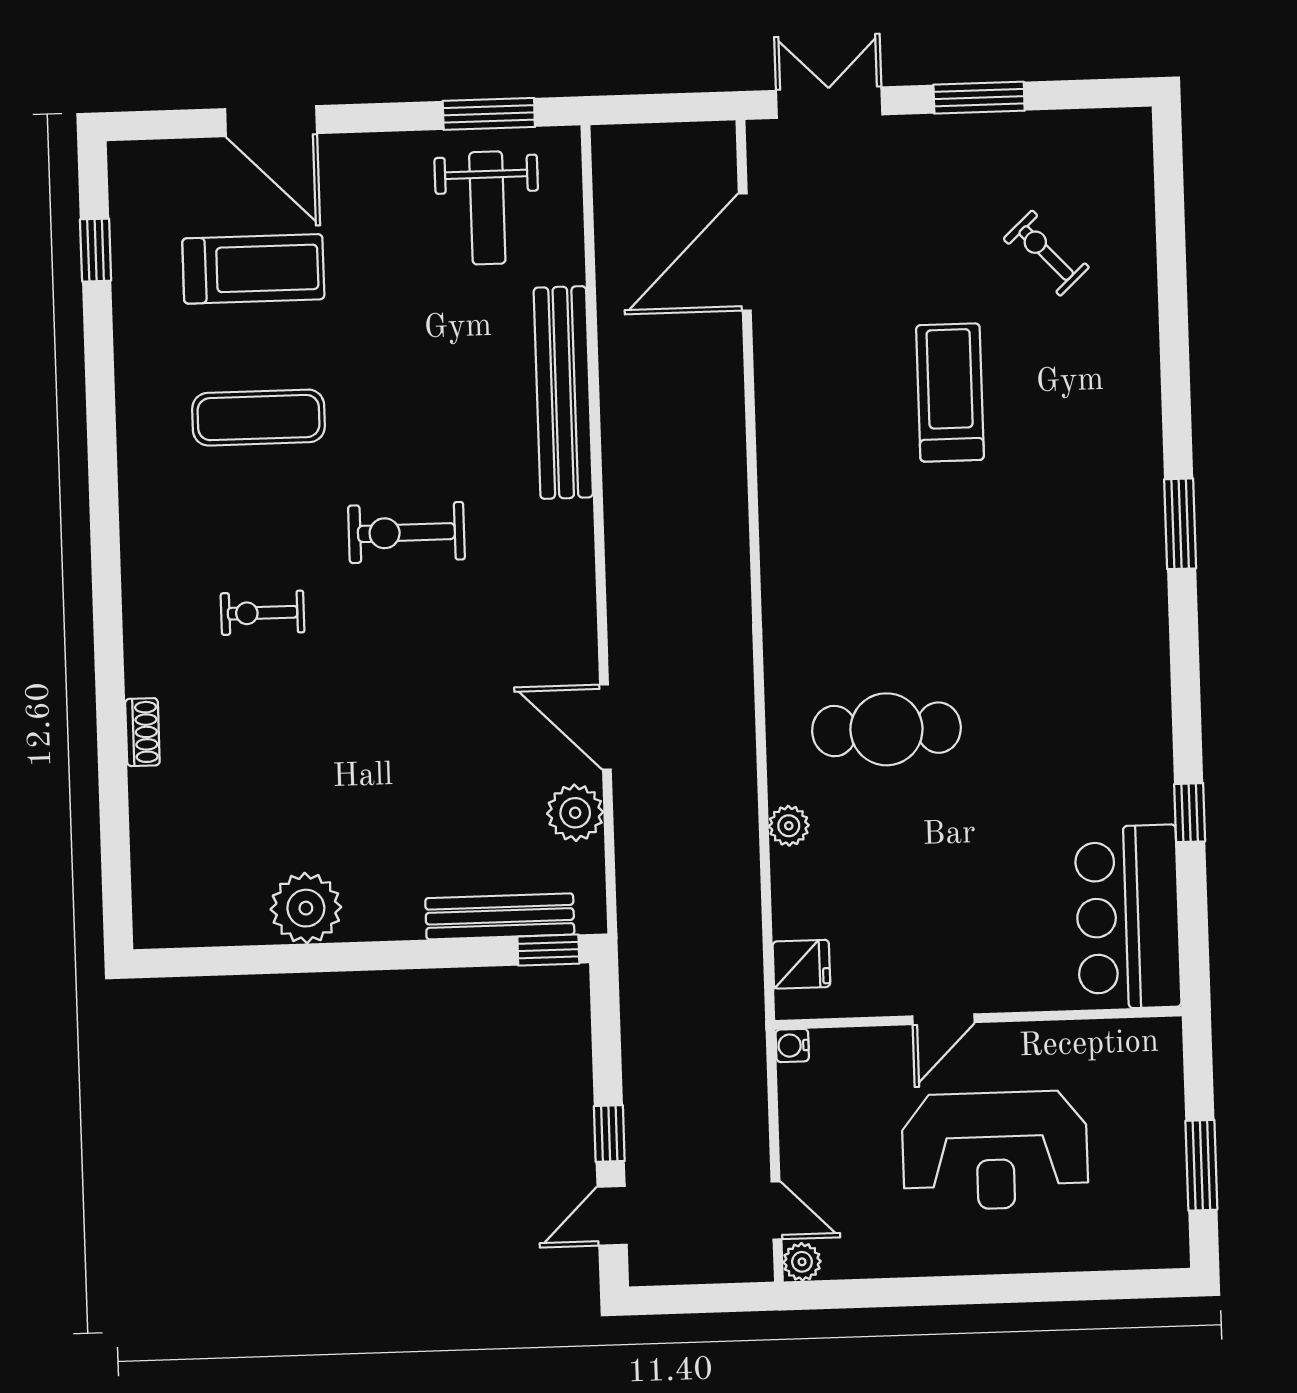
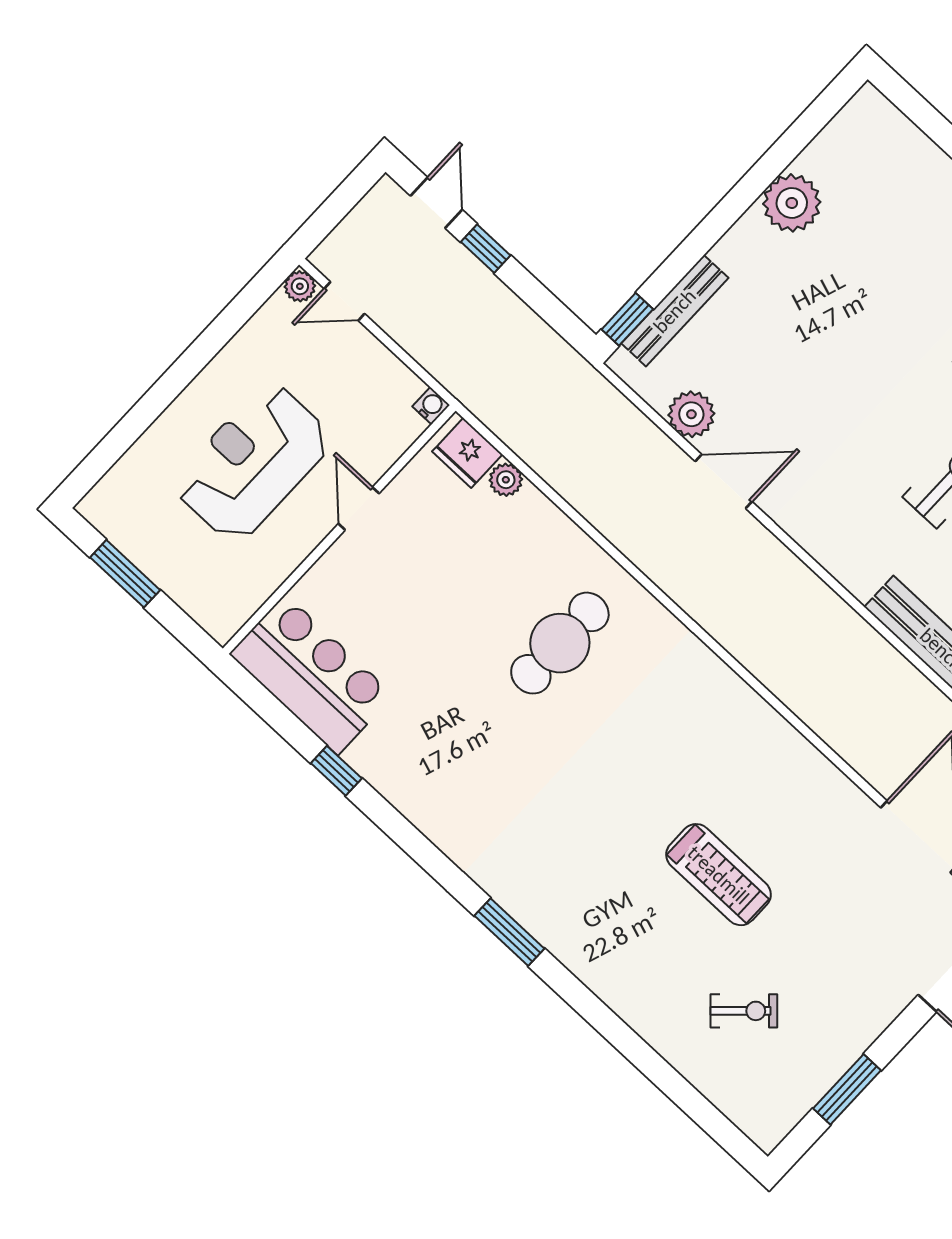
window: (979, 98) -> (847, 1089), moved
plant: (789, 826) -> (506, 480), moved
fridge: (801, 964) -> (467, 453), width x1.38

